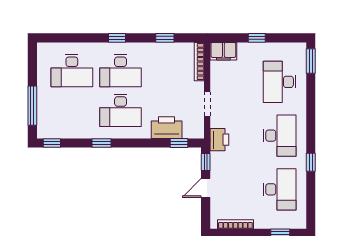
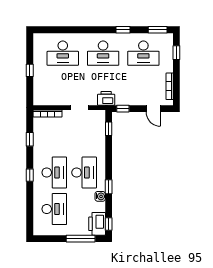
filing cabinet: (223, 51) -> (40, 95), removed
window: (311, 61) -> (158, 30), moved
printer: (167, 128) -> (97, 224), moved
water cooler: (89, 132) -> (100, 196), added
desk: (280, 136) -> (103, 53), turned 180
door: (206, 188) -> (153, 109), moved
desk: (280, 189) -> (143, 53), turned 180

